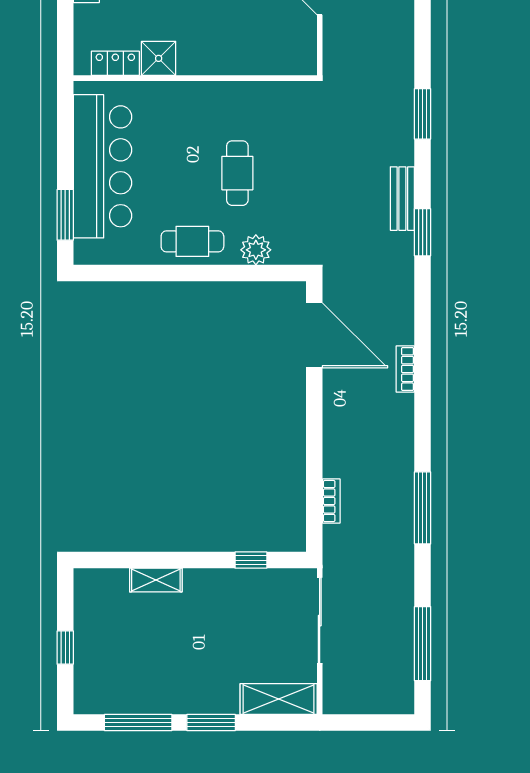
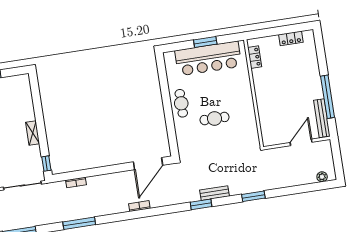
shower: (159, 58) -> (260, 76), removed
window: (65, 215) -> (205, 42), moved
plant: (256, 250) -> (182, 132), removed
window: (251, 560) -> (46, 164), moved
shelving: (156, 580) -> (33, 133), moved

